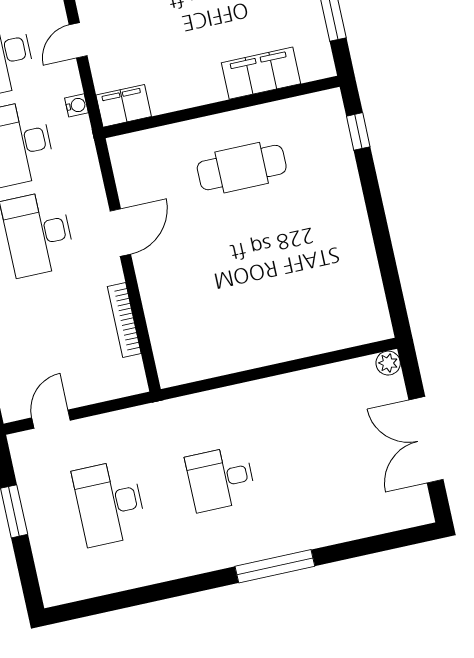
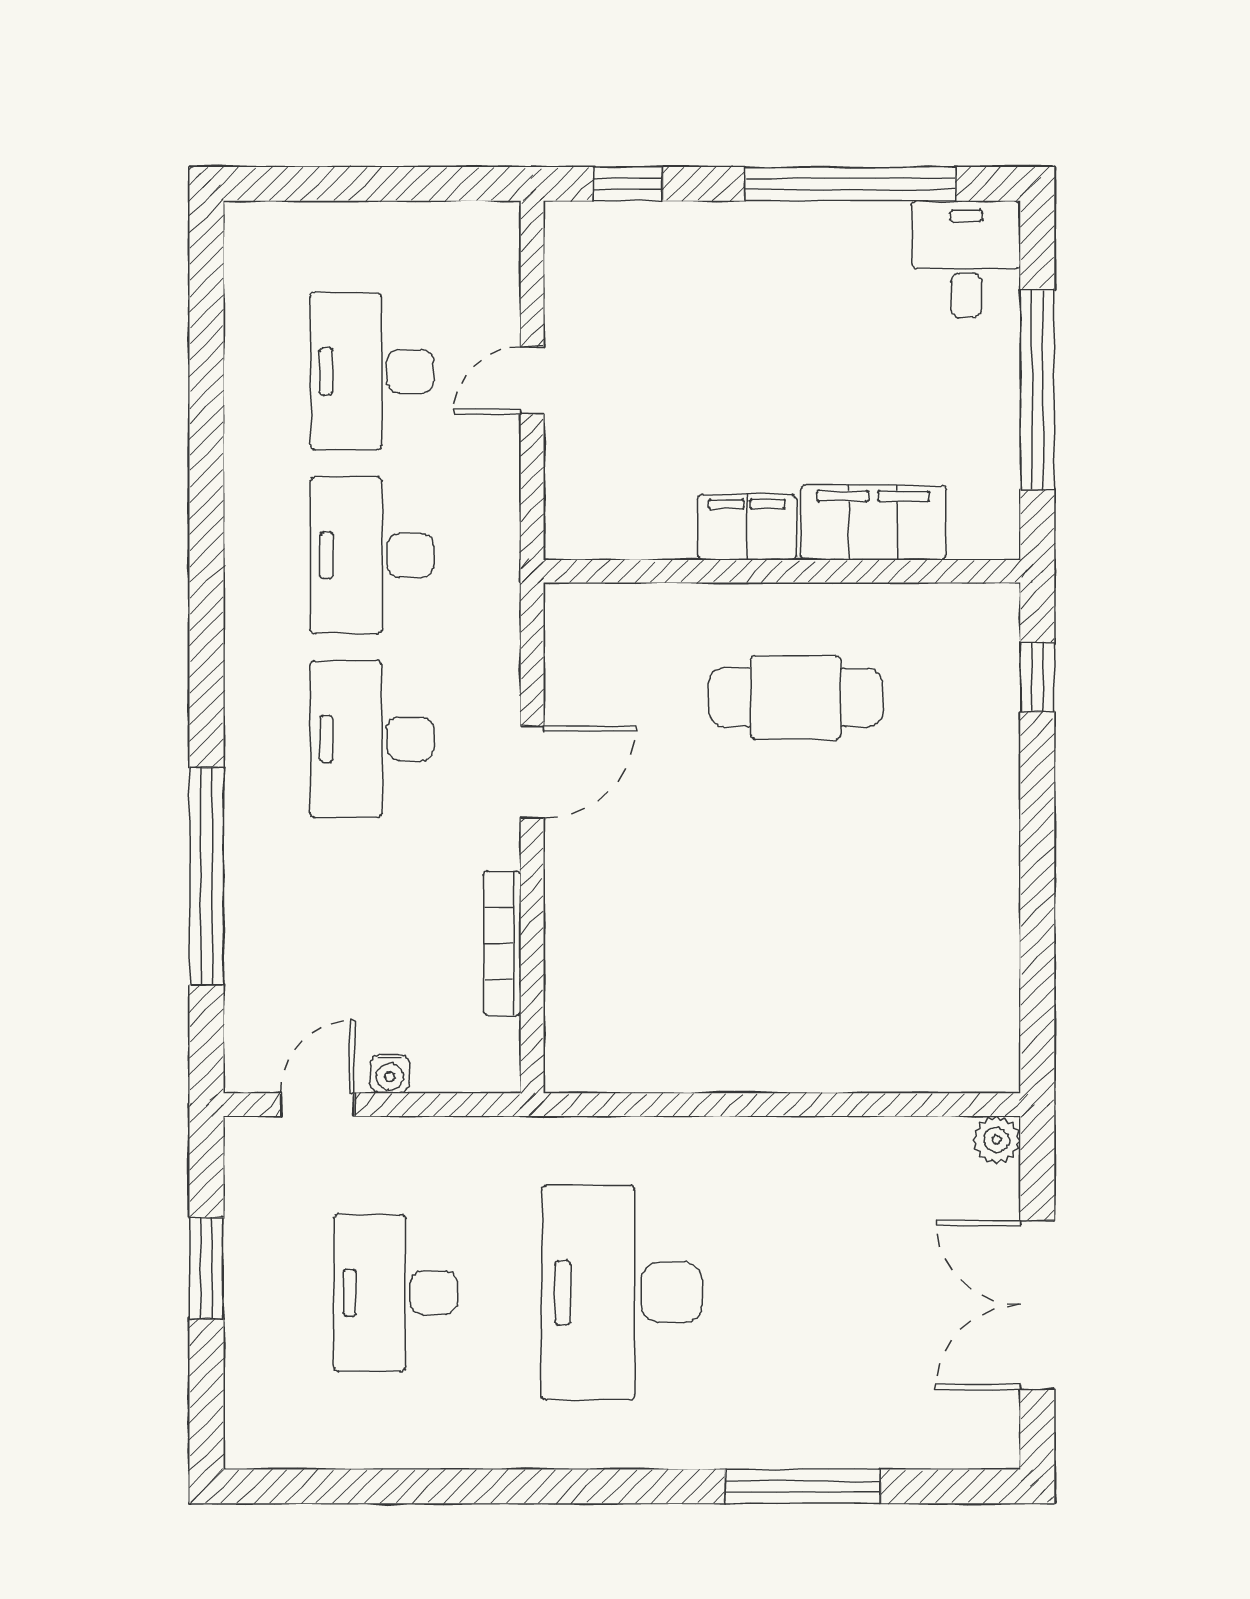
water cooler: (77, 105) -> (390, 1074), moved, turned 90
filing cabinet: (124, 106) -> (747, 527), moved
desk: (221, 479) -> (622, 1293), width x1.87, depth x1.30
window: (275, 566) -> (802, 1486), moved

